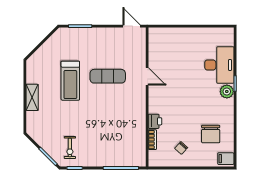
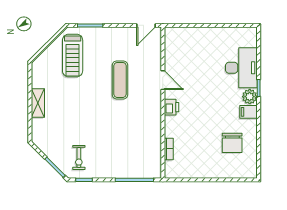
door: (132, 26) -> (146, 25), swing flipped
exercise mat: (108, 76) -> (120, 80), turned 90
treadmill: (70, 81) -> (73, 56), moved
printer: (155, 121) -> (171, 107), moved
chair: (181, 148) -> (200, 158), removed
filing cabinet: (226, 159) -> (249, 112), moved

